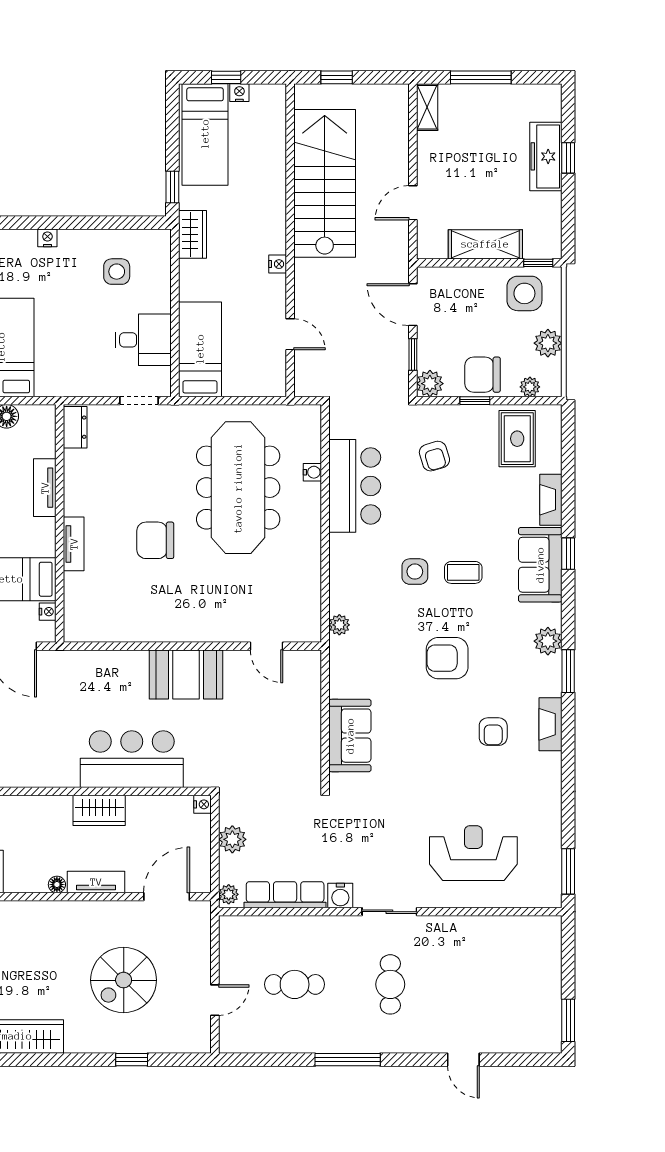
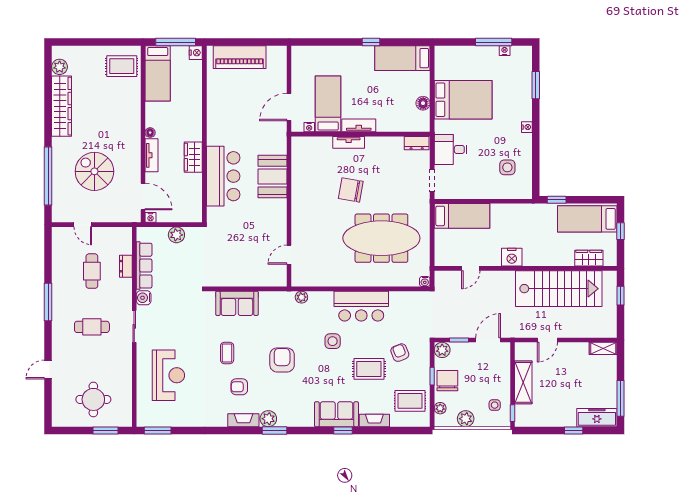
window: (481, 77) -> (621, 398), moved
nightstand: (239, 93) -> (612, 239), removed
freezer: (546, 156) -> (597, 418), moved
door: (413, 203) -> (547, 340), swing flipped
wardrobe: (192, 234) -> (589, 258), moved, turned 180
nightstand: (278, 264) -> (512, 257), width x1.89, depth x1.79
side table: (524, 293) -> (495, 405), width x0.54, depth x0.54
desk: (143, 340) -> (451, 149), moved, turned 90
armchair: (434, 456) -> (400, 353), turned 85
water cooler: (312, 472) -> (425, 281), moved
bar counter: (355, 486) -> (361, 306), moved
tv unit: (45, 488) -> (359, 125), moved
rug: (462, 509) -> (369, 369), added
chair: (155, 540) -> (351, 190), turned -80
coffee table: (463, 572) -> (227, 353), moved
plant: (548, 641) -> (268, 419), moved
booth: (186, 675) -> (273, 177), moved
nightstand: (203, 804) -> (151, 217), moved
plant: (229, 894) -> (144, 233), removed
dresser: (286, 926) -> (126, 266), added
round table: (515, 982) -> (93, 399), added
window: (568, 1020) -> (106, 431), moved
window: (132, 1060) -> (48, 176), width x3.17

